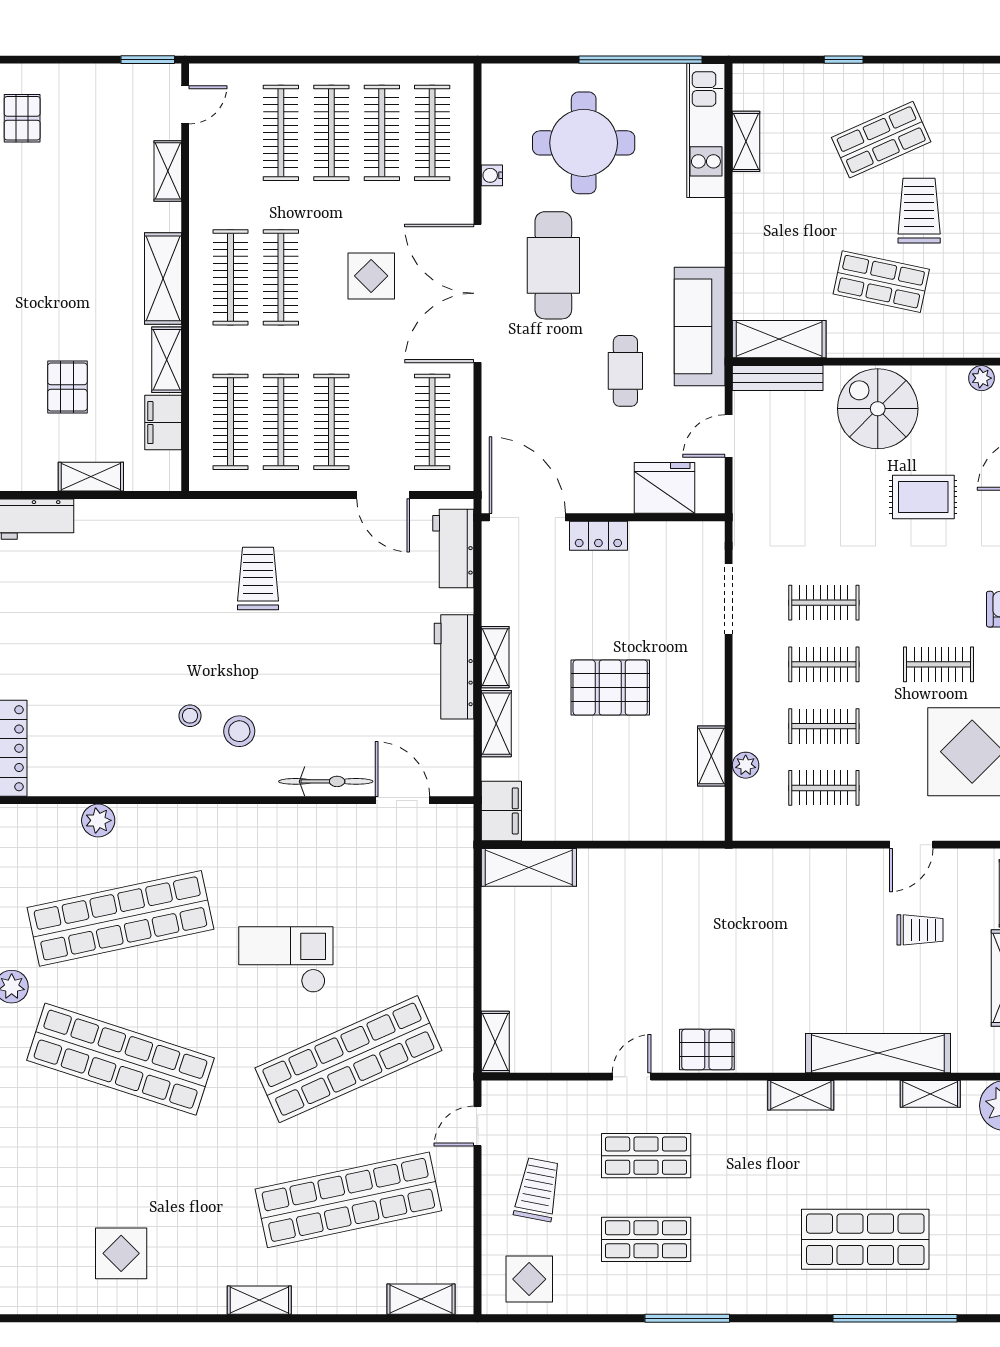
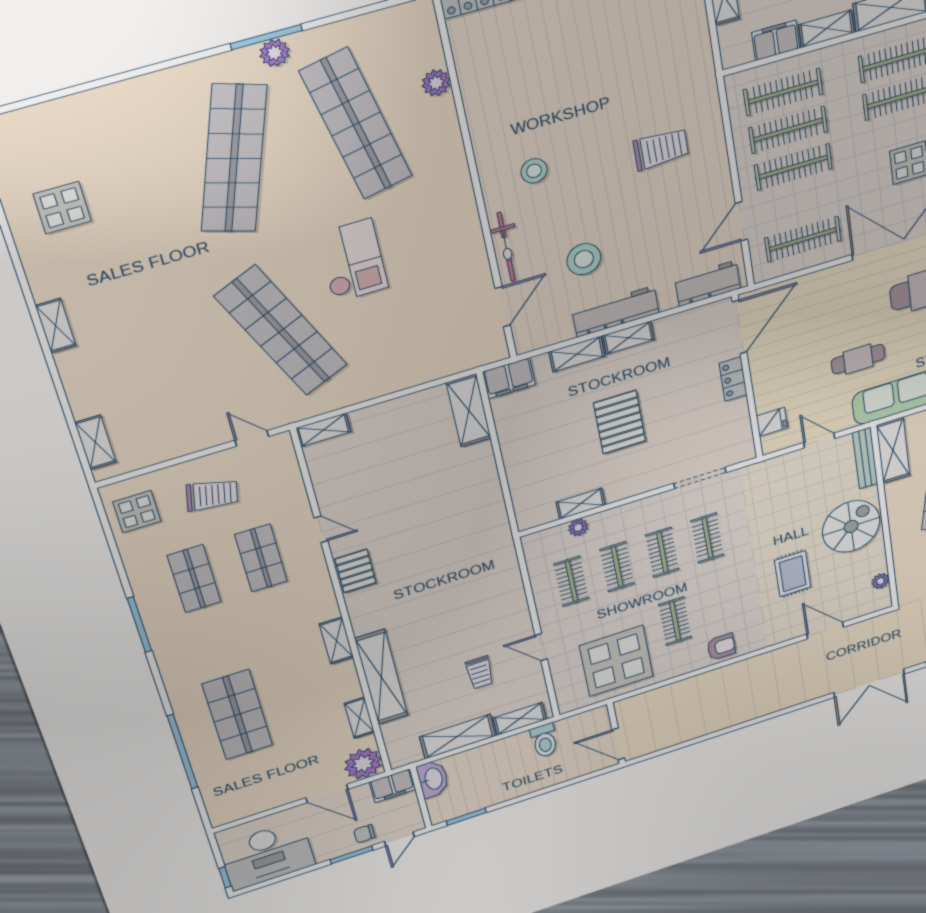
fridge: (664, 488) -> (772, 422), width x0.53, depth x0.75
stool: (190, 716) -> (584, 259), moved, width x1.89, depth x1.89
shop shelf: (348, 1200) -> (163, 366), removed

